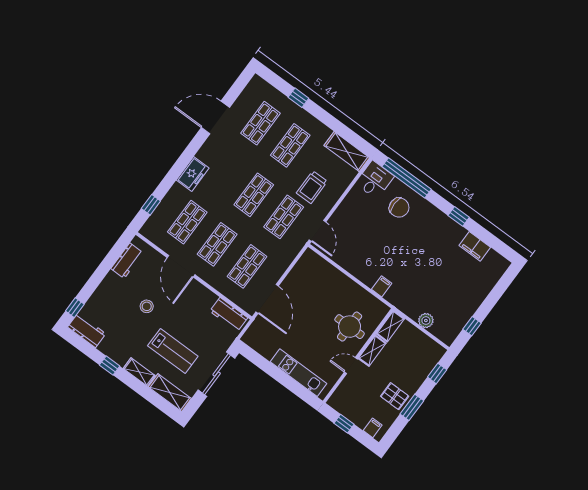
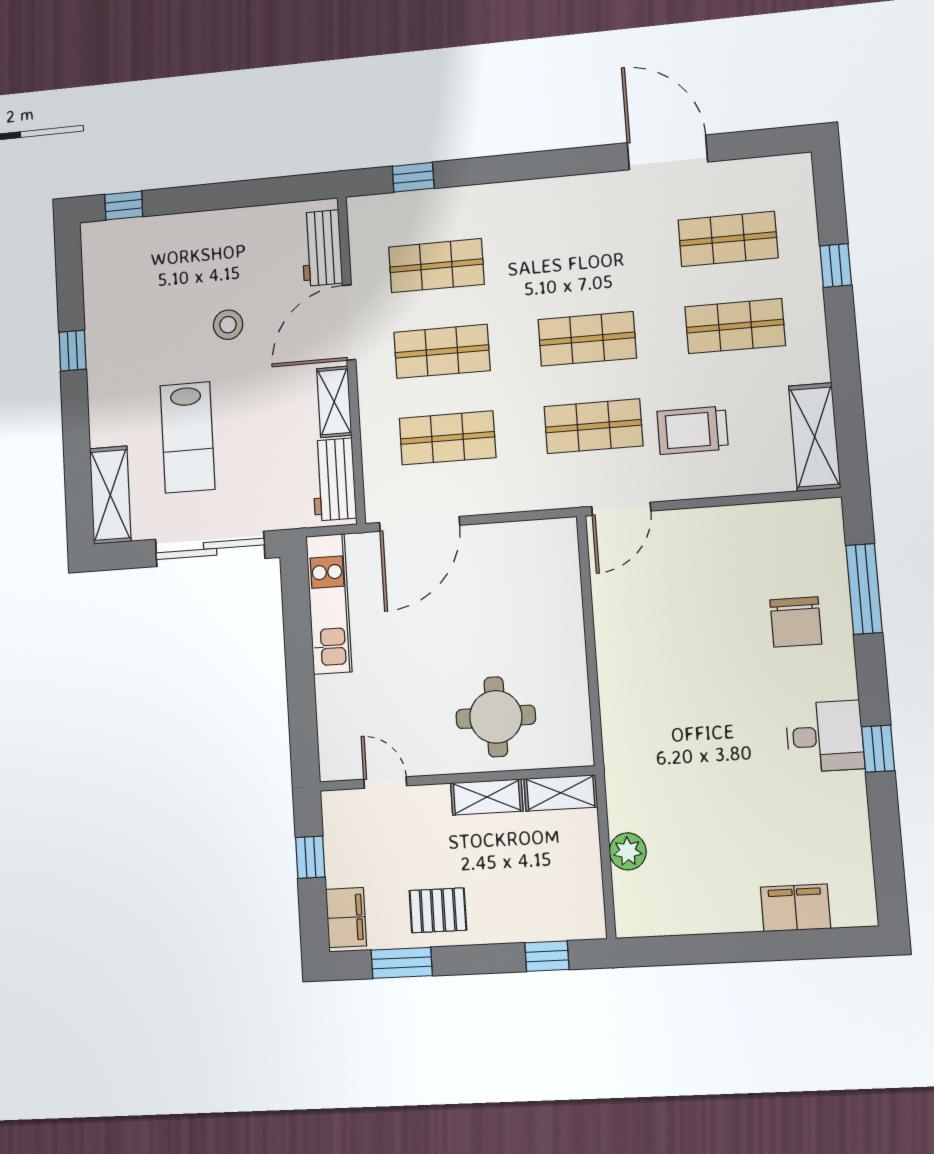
freezer: (193, 174) -> (530, 201), removed
window: (407, 178) -> (864, 589), width x0.68
desk: (375, 180) -> (825, 736), moved
filing cabinet: (475, 246) -> (796, 908), moved, turned 90
workbench: (127, 261) -> (322, 248), moved, turned 90
filing cabinet: (382, 286) -> (621, 714), removed
window: (472, 326) -> (692, 949), removed
workbench: (87, 330) -> (101, 259), removed
door: (351, 366) -> (385, 783), moved
shelving: (139, 372) -> (334, 402), moved
kitchen unit: (299, 373) -> (329, 604), moved
pallet: (395, 396) -> (438, 910), turned 90
window: (412, 407) -> (402, 963), moved
filing cabinet: (373, 428) -> (346, 918), width x2.00

